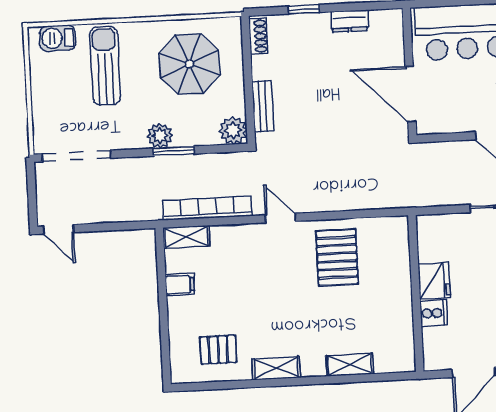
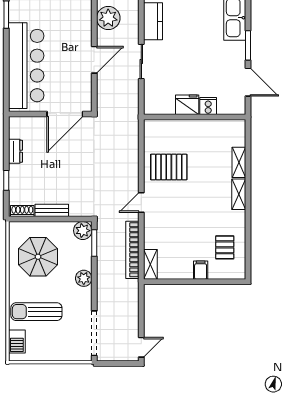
bench: (263, 106) -> (52, 210), moved
window: (174, 151) -> (94, 243), moved
filing cabinet: (180, 285) -> (201, 270), moved
shelving: (276, 368) -> (239, 194), moved

